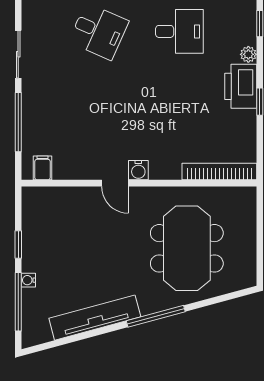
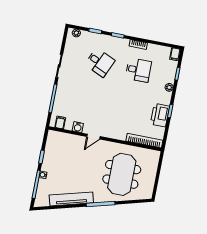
printer: (241, 86) -> (160, 115), moved
water cooler: (138, 170) -> (78, 127), moved
door: (115, 183) -> (93, 137), hinge flipped

